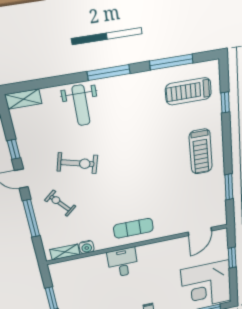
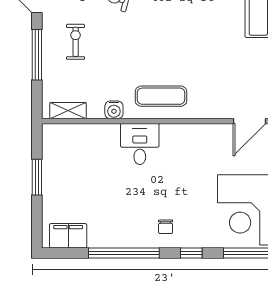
exercise bike: (60, 203) -> (76, 42), turned 40
water cooler: (87, 247) -> (114, 110), moved

